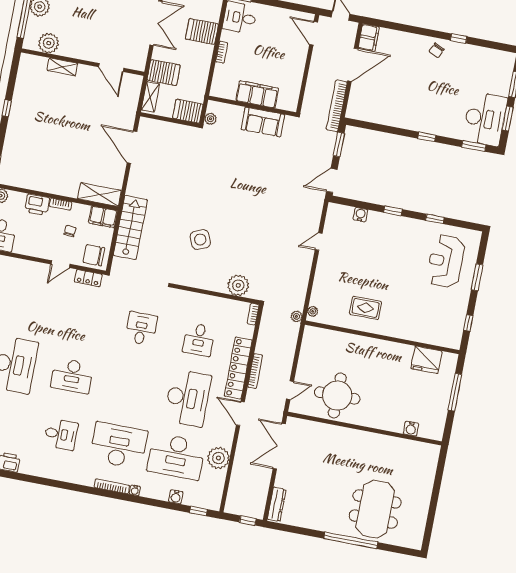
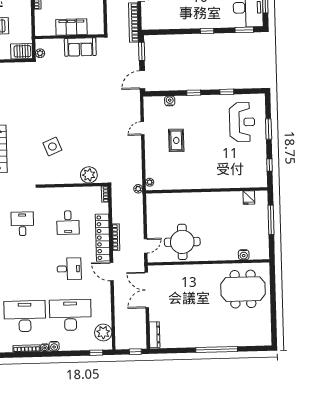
reception desk: (446, 261) -> (242, 122), turned 180
rug: (366, 308) -> (176, 140), moved, turned 90
fridge: (426, 360) -> (249, 198), width x0.53, depth x0.75
desk: (187, 398) -> (69, 269), width x0.53, depth x0.77
desk: (176, 456) -> (70, 315), turned 180
plant: (218, 458) -> (103, 332), moved
water cooler: (176, 497) -> (54, 346), moved
meeting table: (375, 509) -> (243, 289), moved, turned 90

